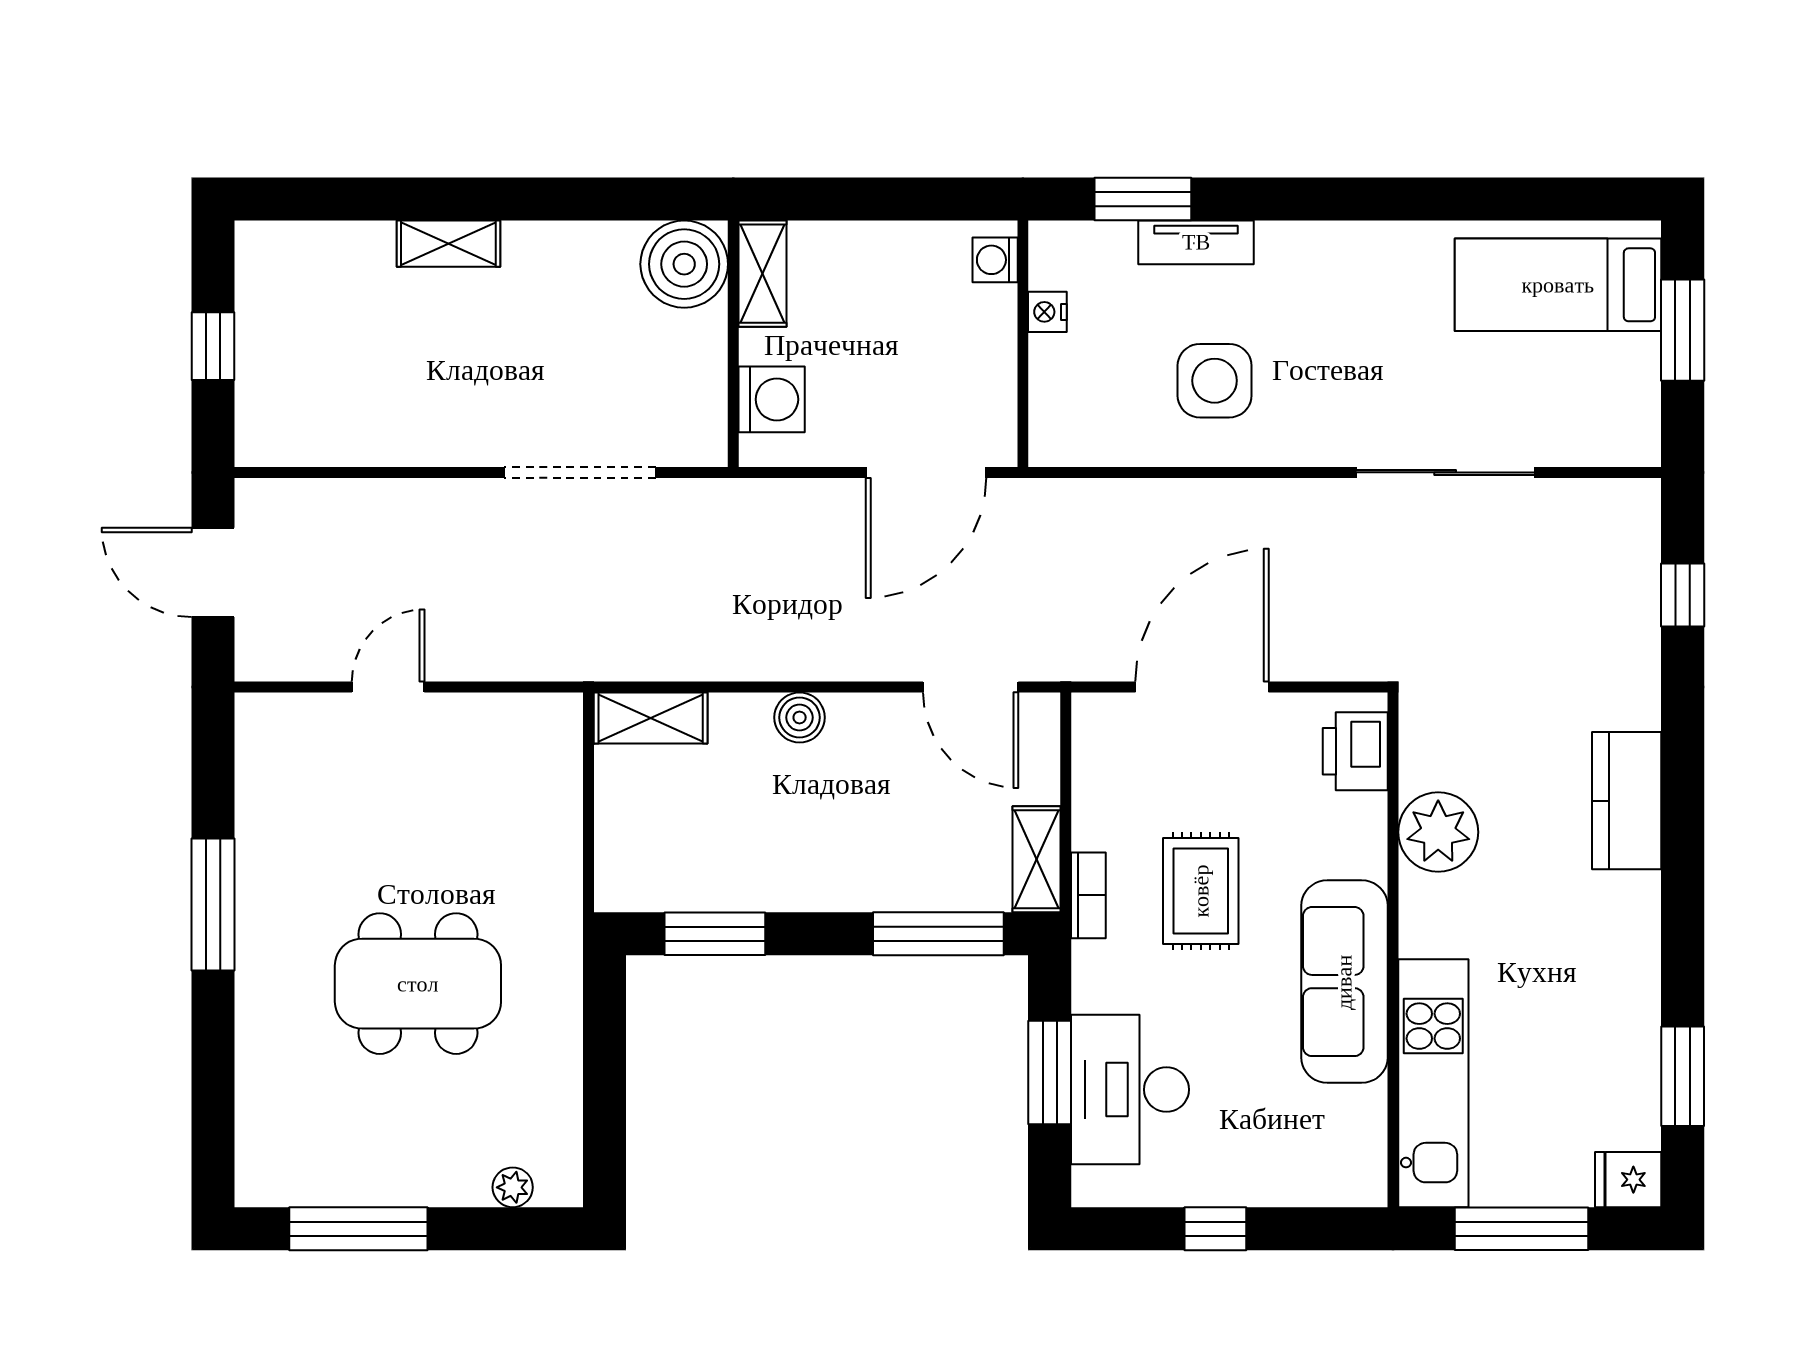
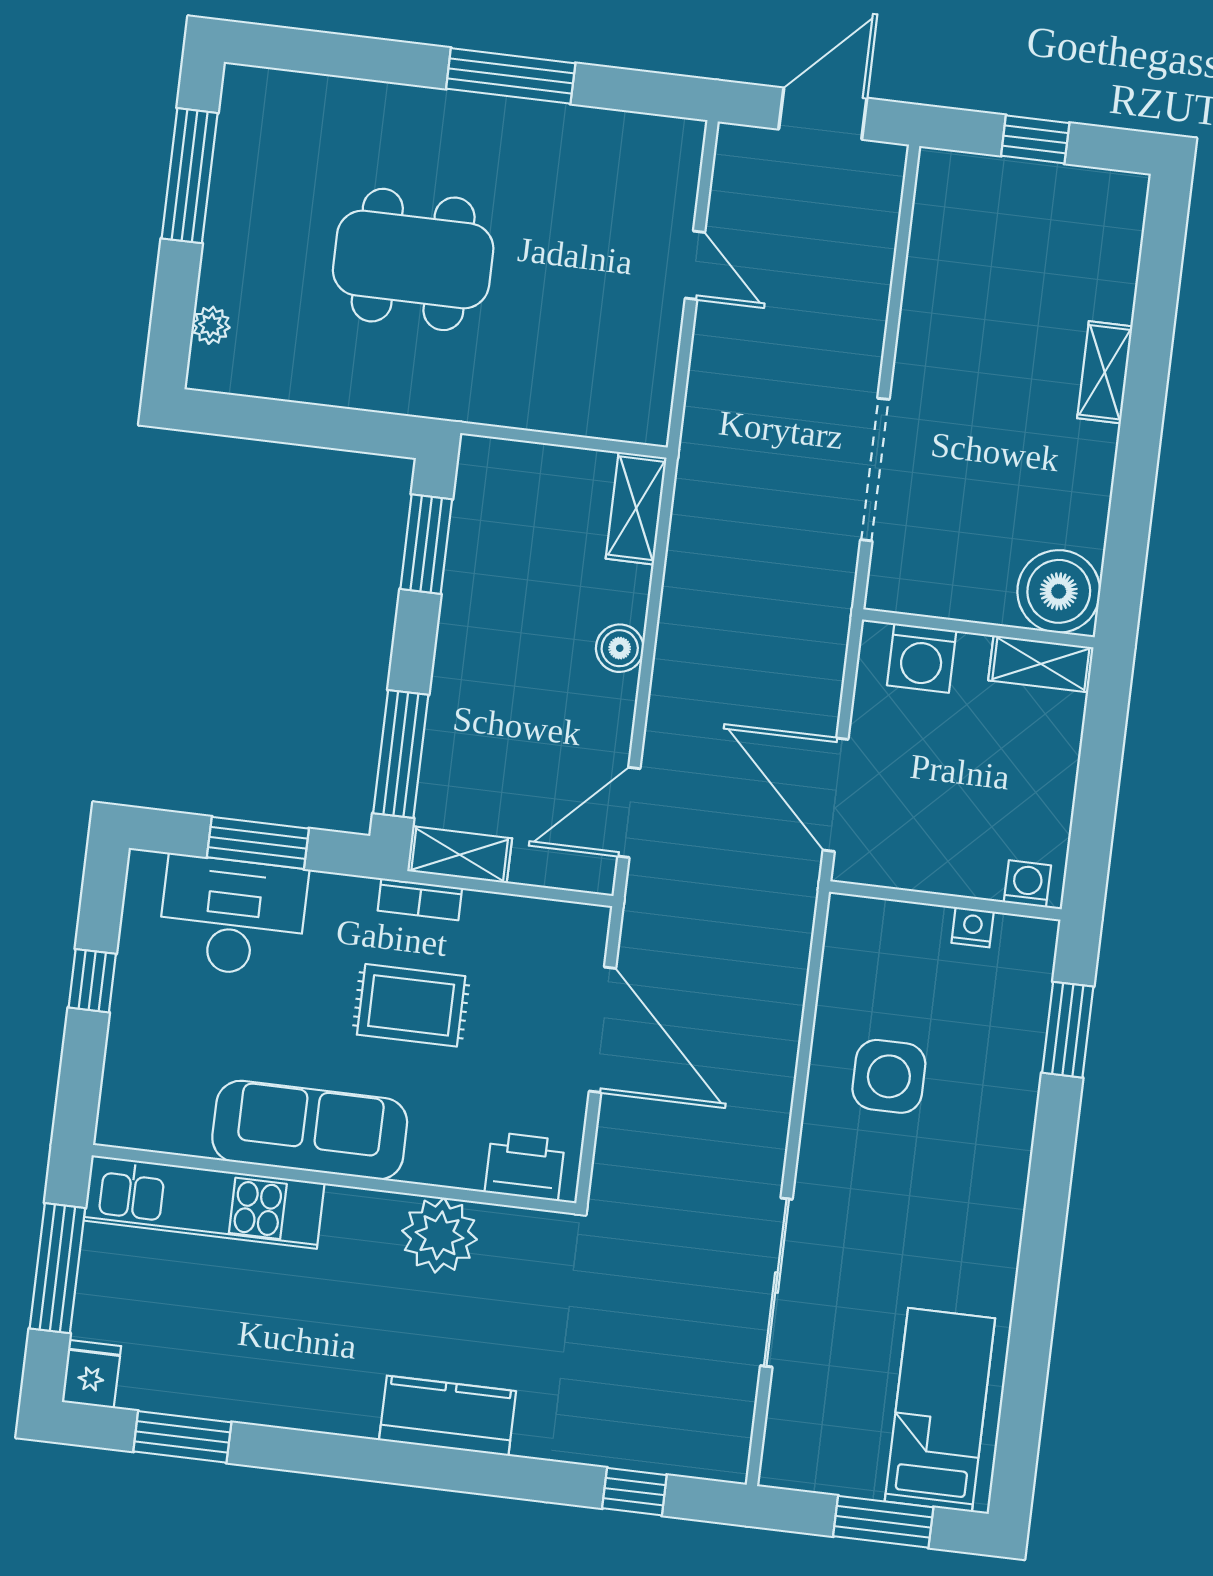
tv unit: (1196, 242) -> (1021, 1075), removed
dining table: (418, 984) -> (413, 259), turned 90

